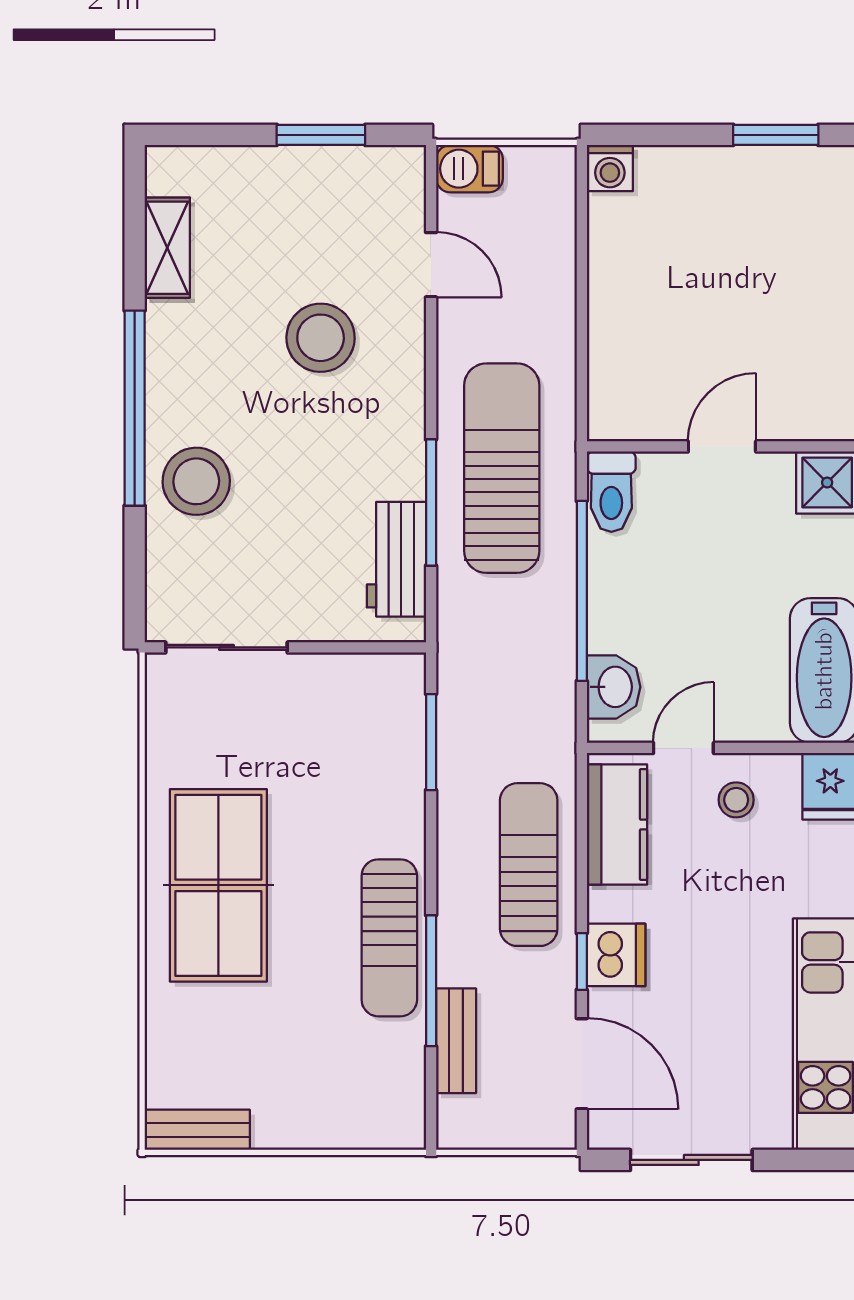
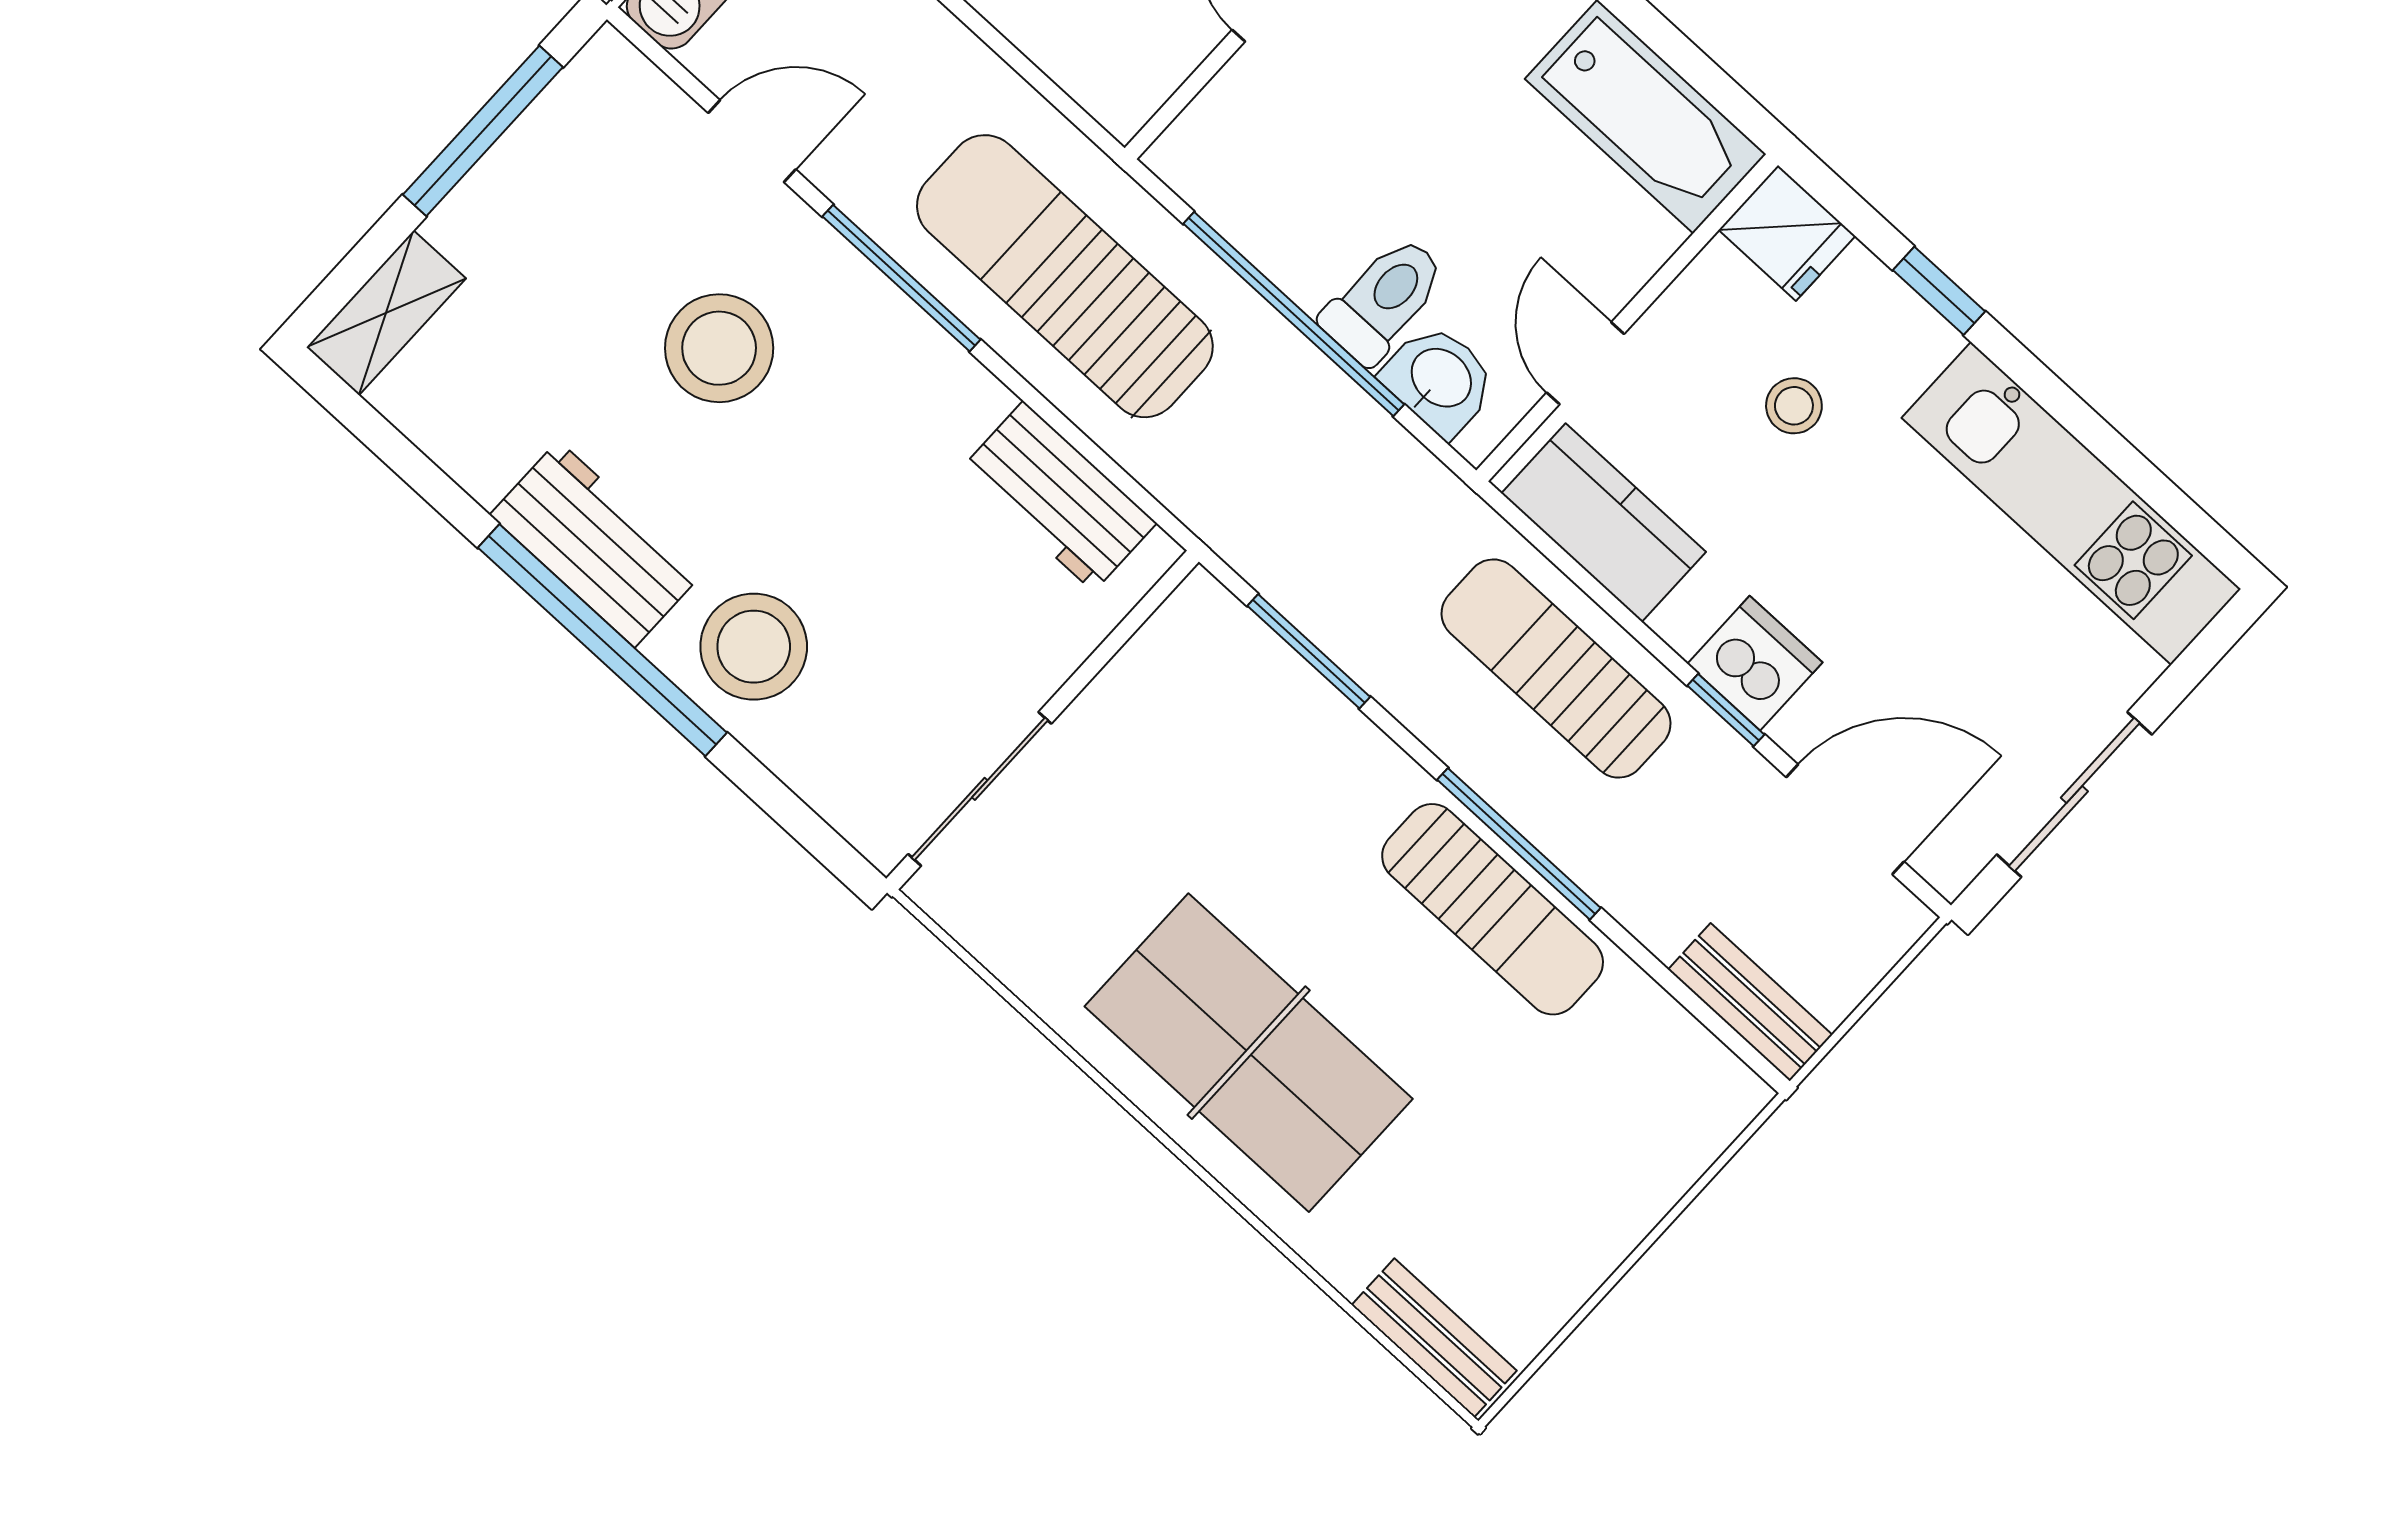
window: (321, 135) -> (483, 131), width x1.44
shelving: (167, 248) -> (386, 313), moved, turned 90
workbench: (177, 364) -> (596, 544), added
toilet: (611, 492) -> (1384, 300), moved, turned -90
window: (431, 503) -> (901, 278), moved
stool: (736, 800) -> (1794, 406), moved
window: (431, 981) -> (1519, 844), moved
bench: (456, 1041) -> (1750, 1002), moved
bench: (197, 1130) -> (1434, 1338), moved, turned 90

